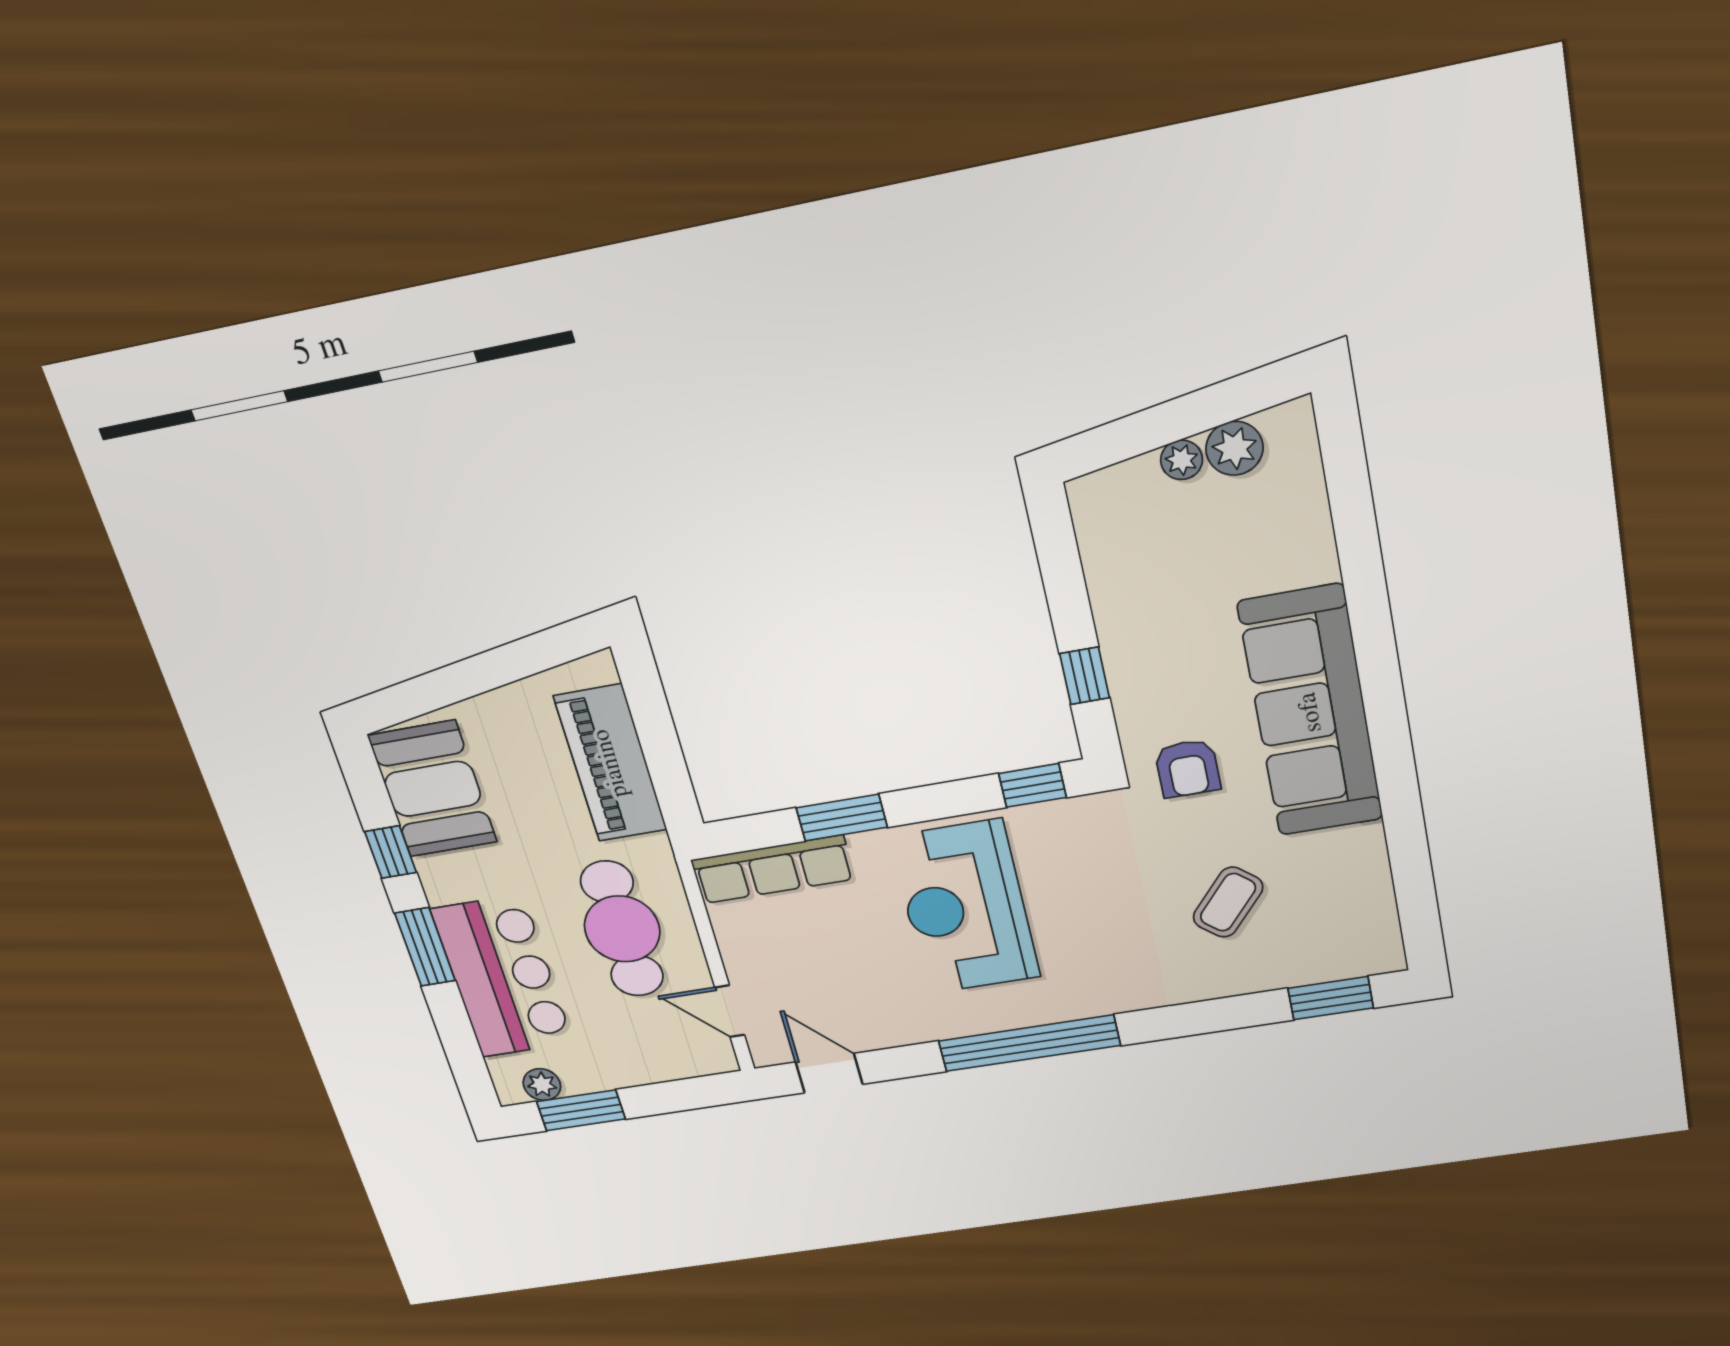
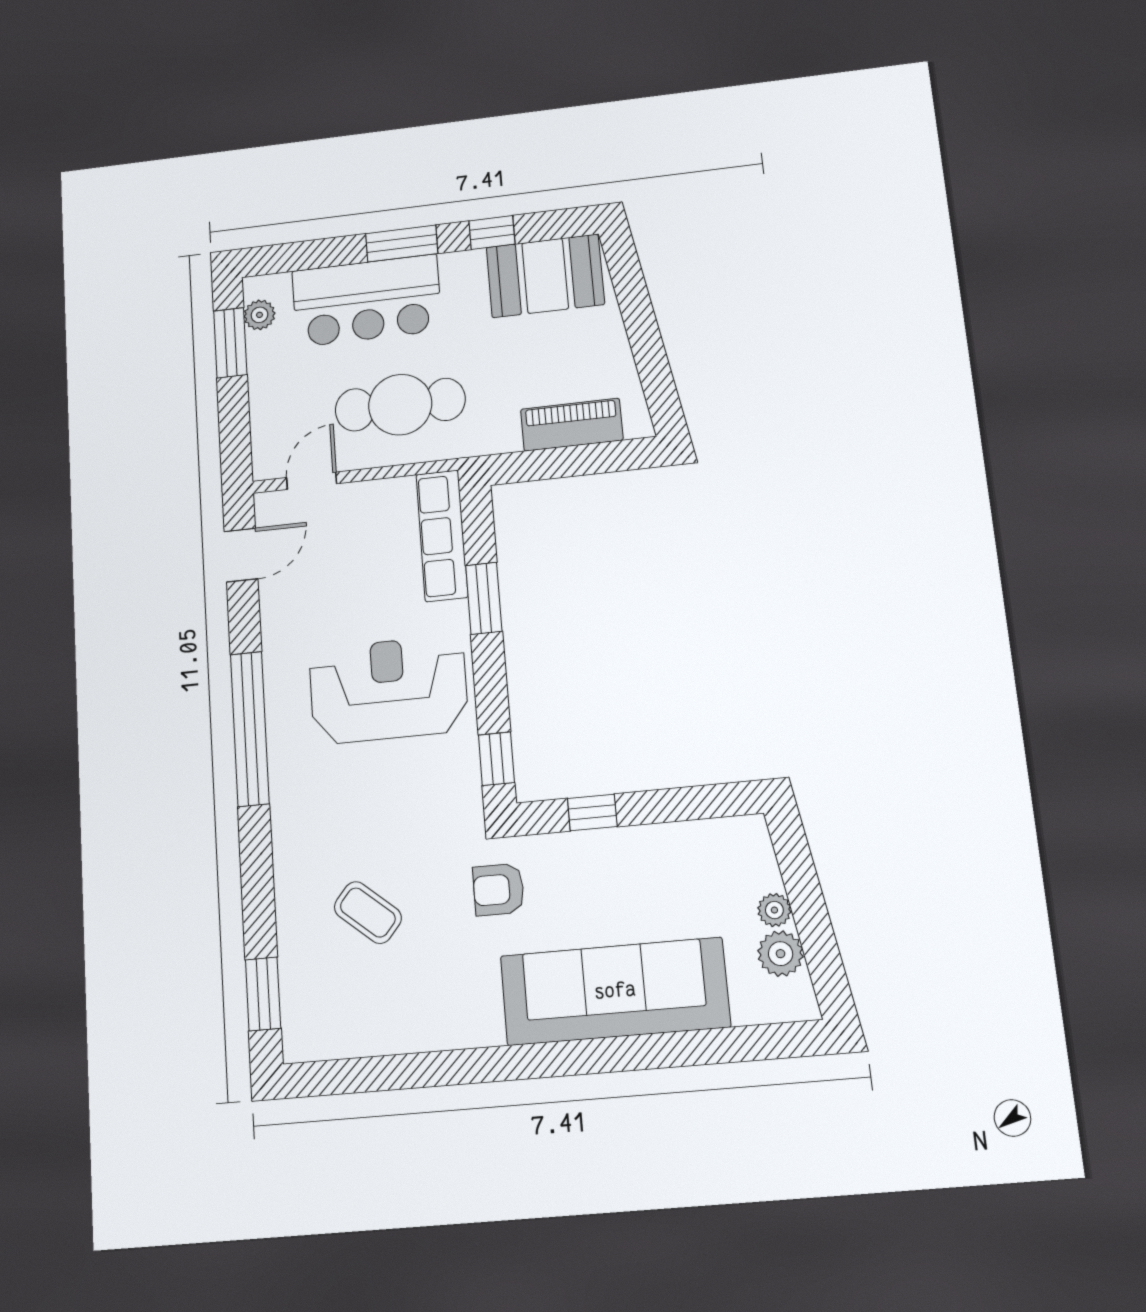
sofa: (1311, 712) -> (615, 991), moved
piano: (611, 763) -> (572, 425), width x0.73, depth x0.75

